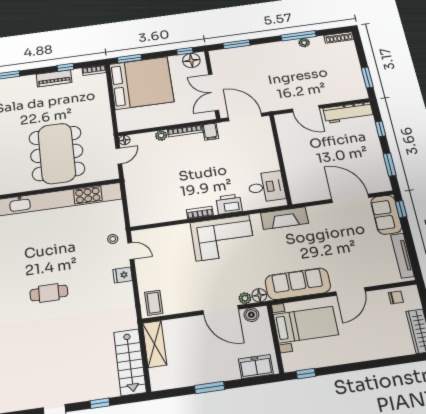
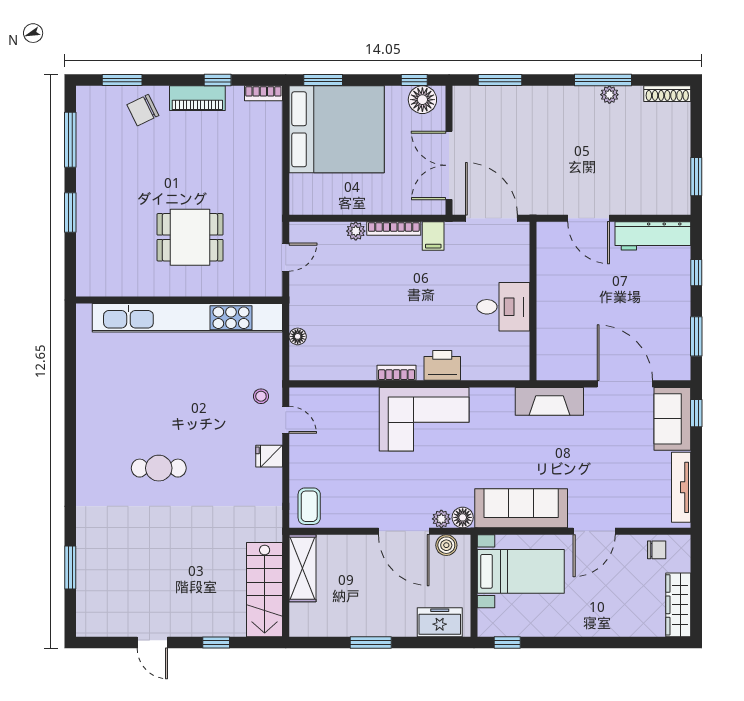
chair: (21, 89) -> (143, 110), added
floor lamp: (124, 140) -> (298, 336), moved
dining table: (57, 153) -> (190, 237), width x0.53, depth x0.80
desk: (266, 187) -> (503, 307), moved
fireplace: (284, 218) -> (549, 401), moved

